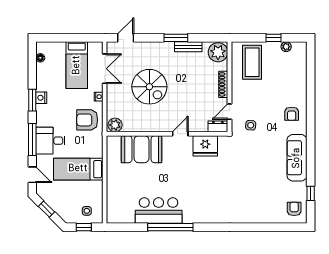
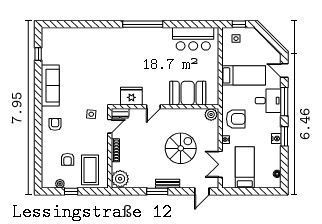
bench: (188, 47) -> (168, 184), moved
spiral stairs: (149, 87) -> (181, 148), turned 90
window: (47, 209) -> (272, 40), removed
armchair: (294, 209) -> (68, 159), moved
bar counter: (159, 211) -> (193, 39), moved
window: (170, 227) -> (143, 24), moved

